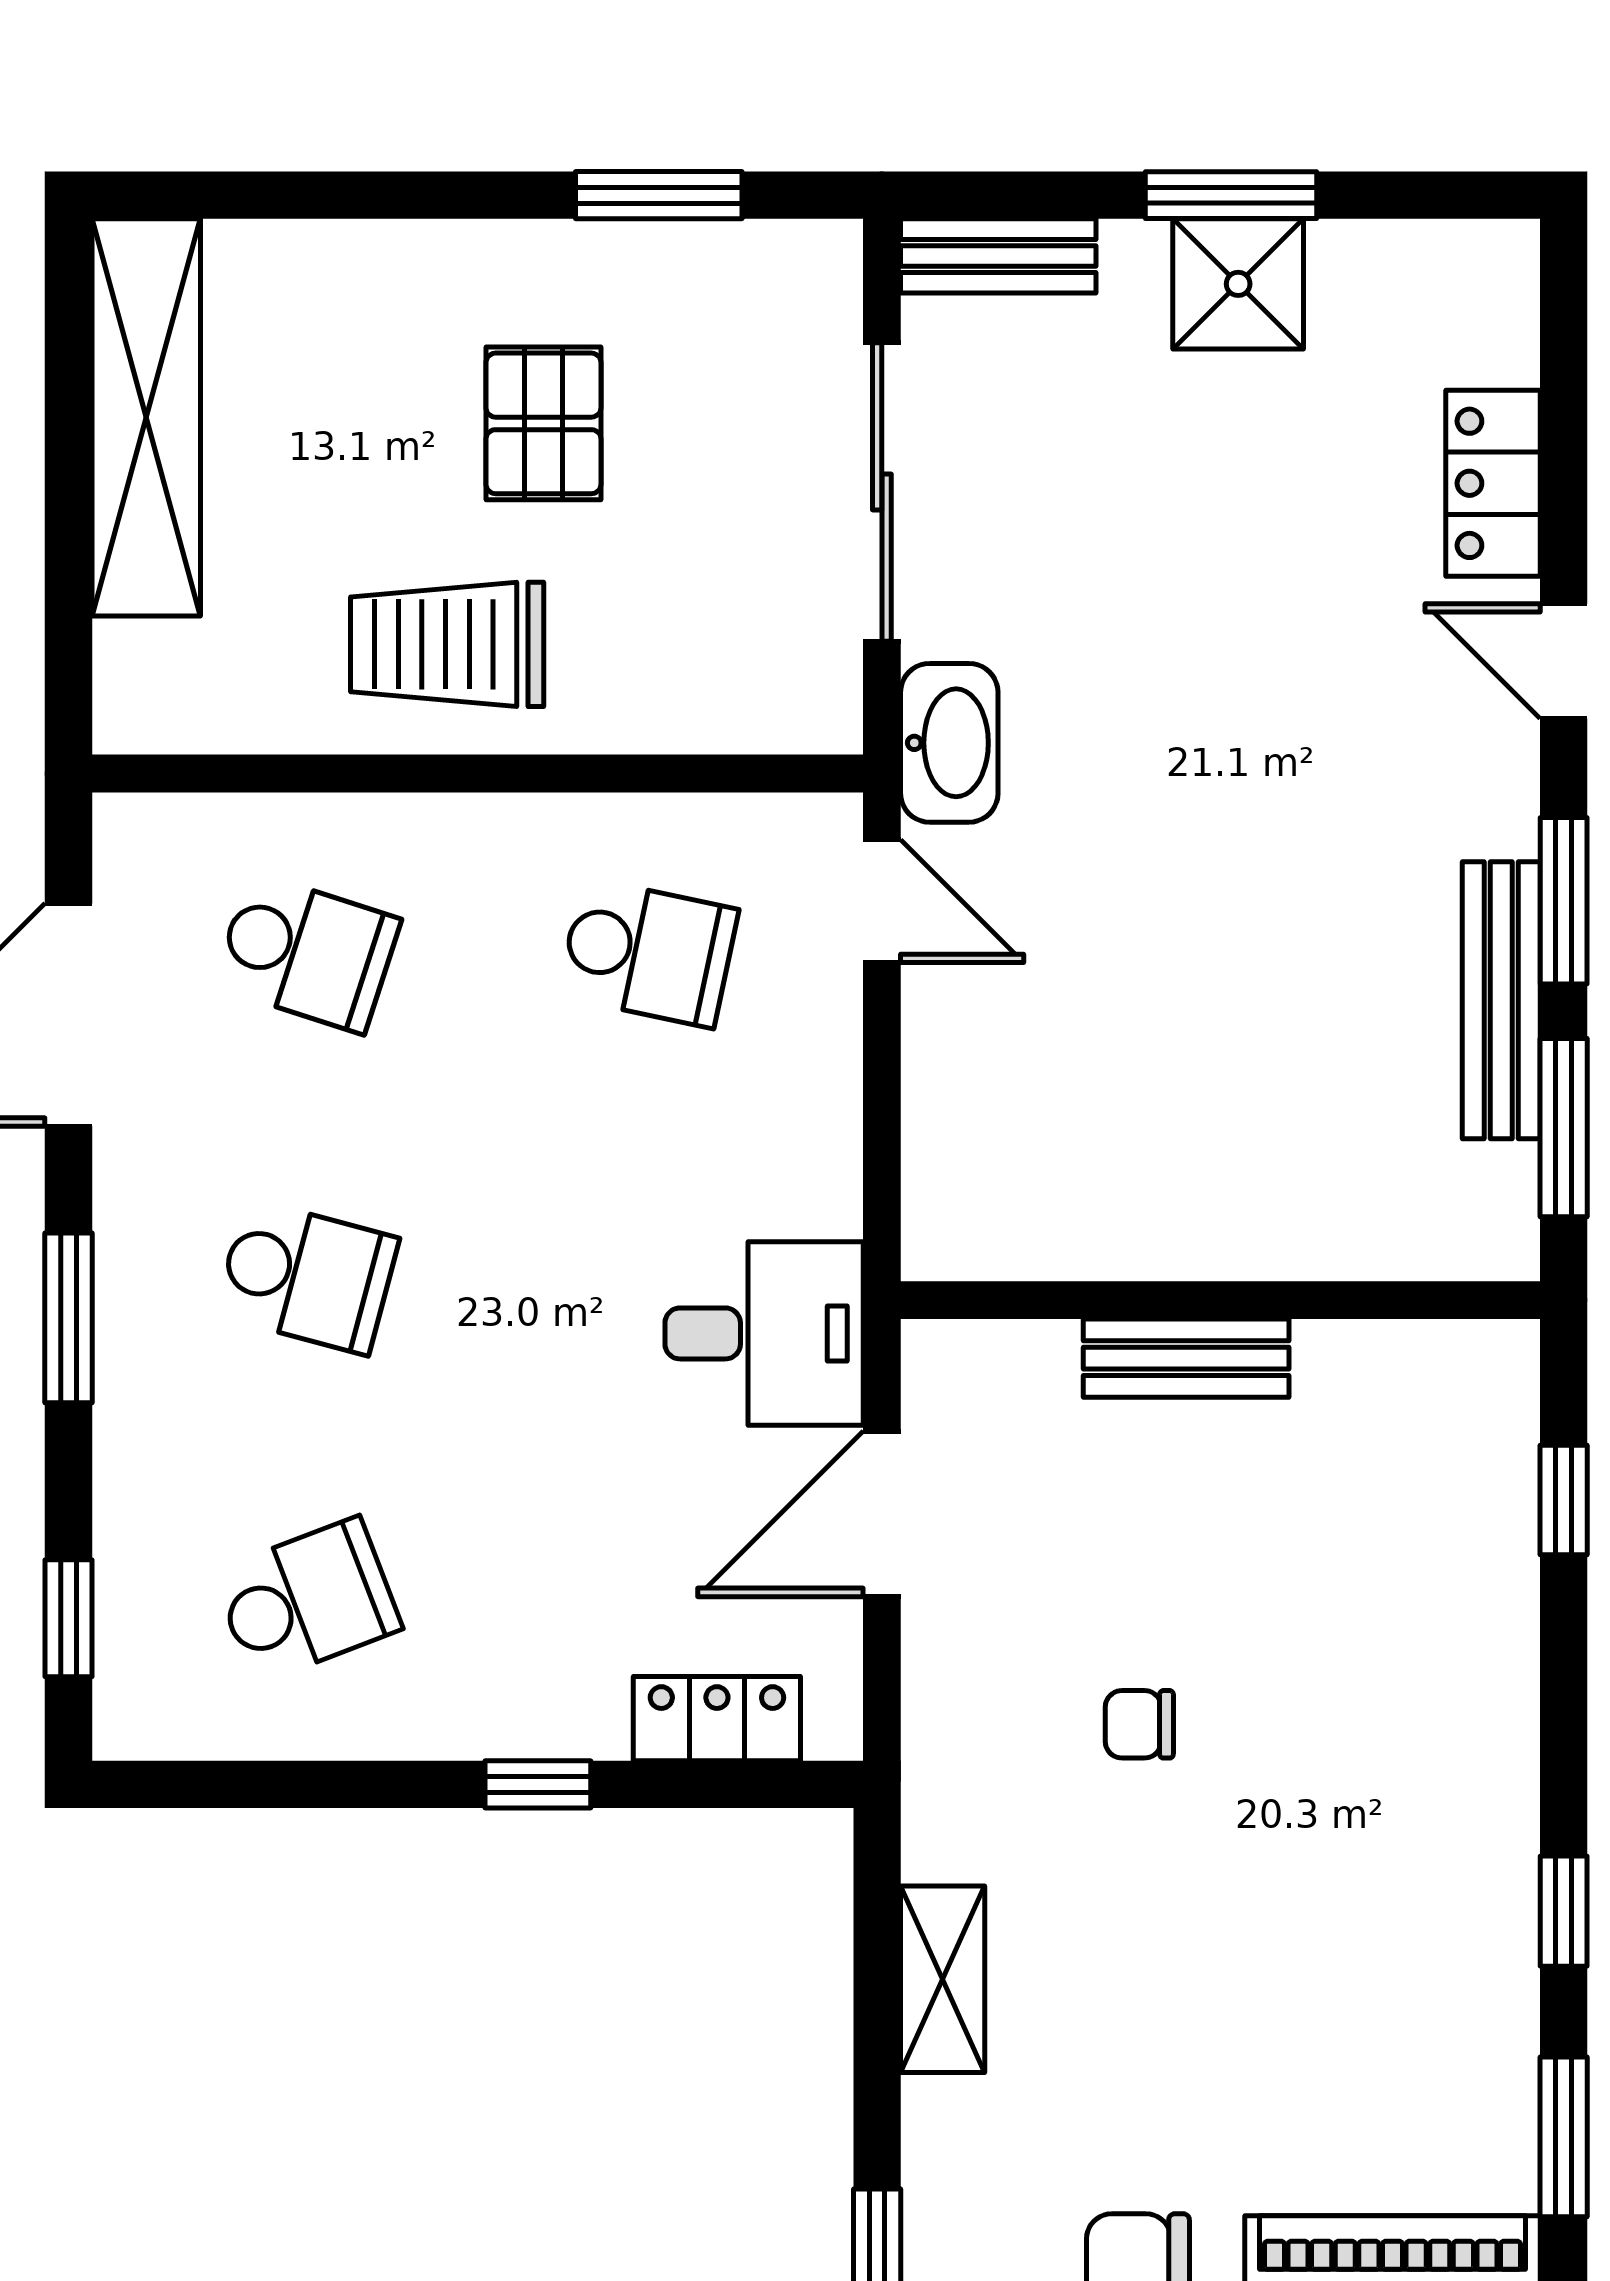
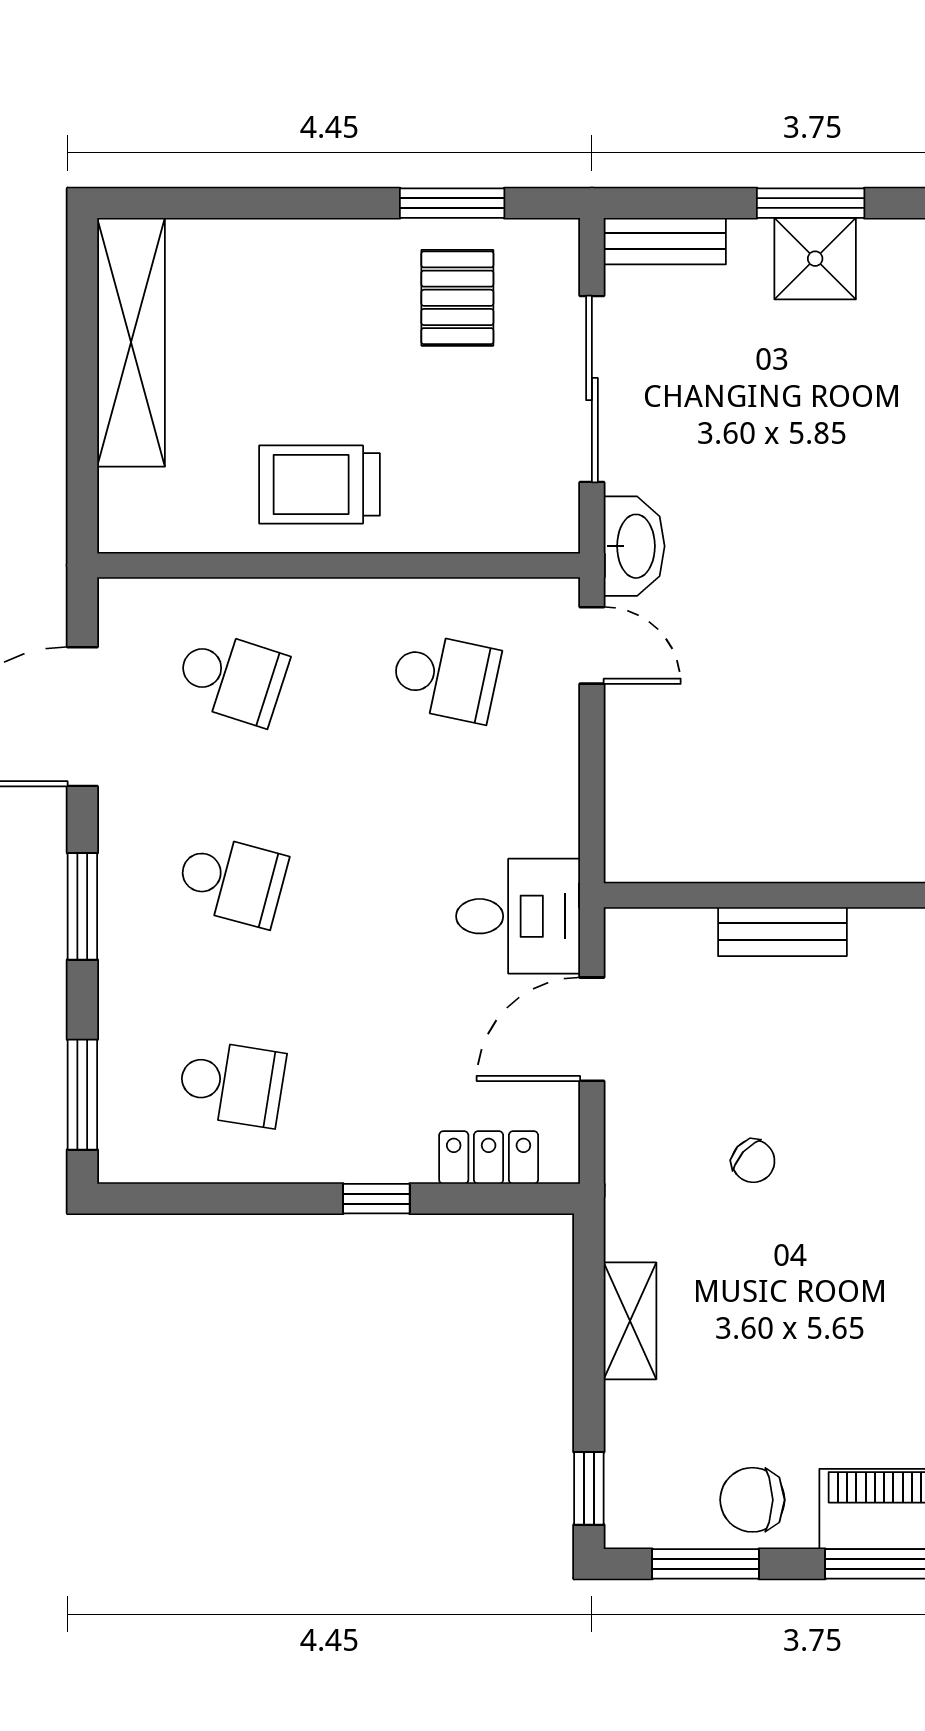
pallet: (543, 423) -> (457, 298), moved
school desk: (307, 1600) -> (232, 1083), turned 30
window: (68, 1618) -> (82, 1095), width x1.50
chair: (1139, 1724) -> (753, 1161), turned -138

